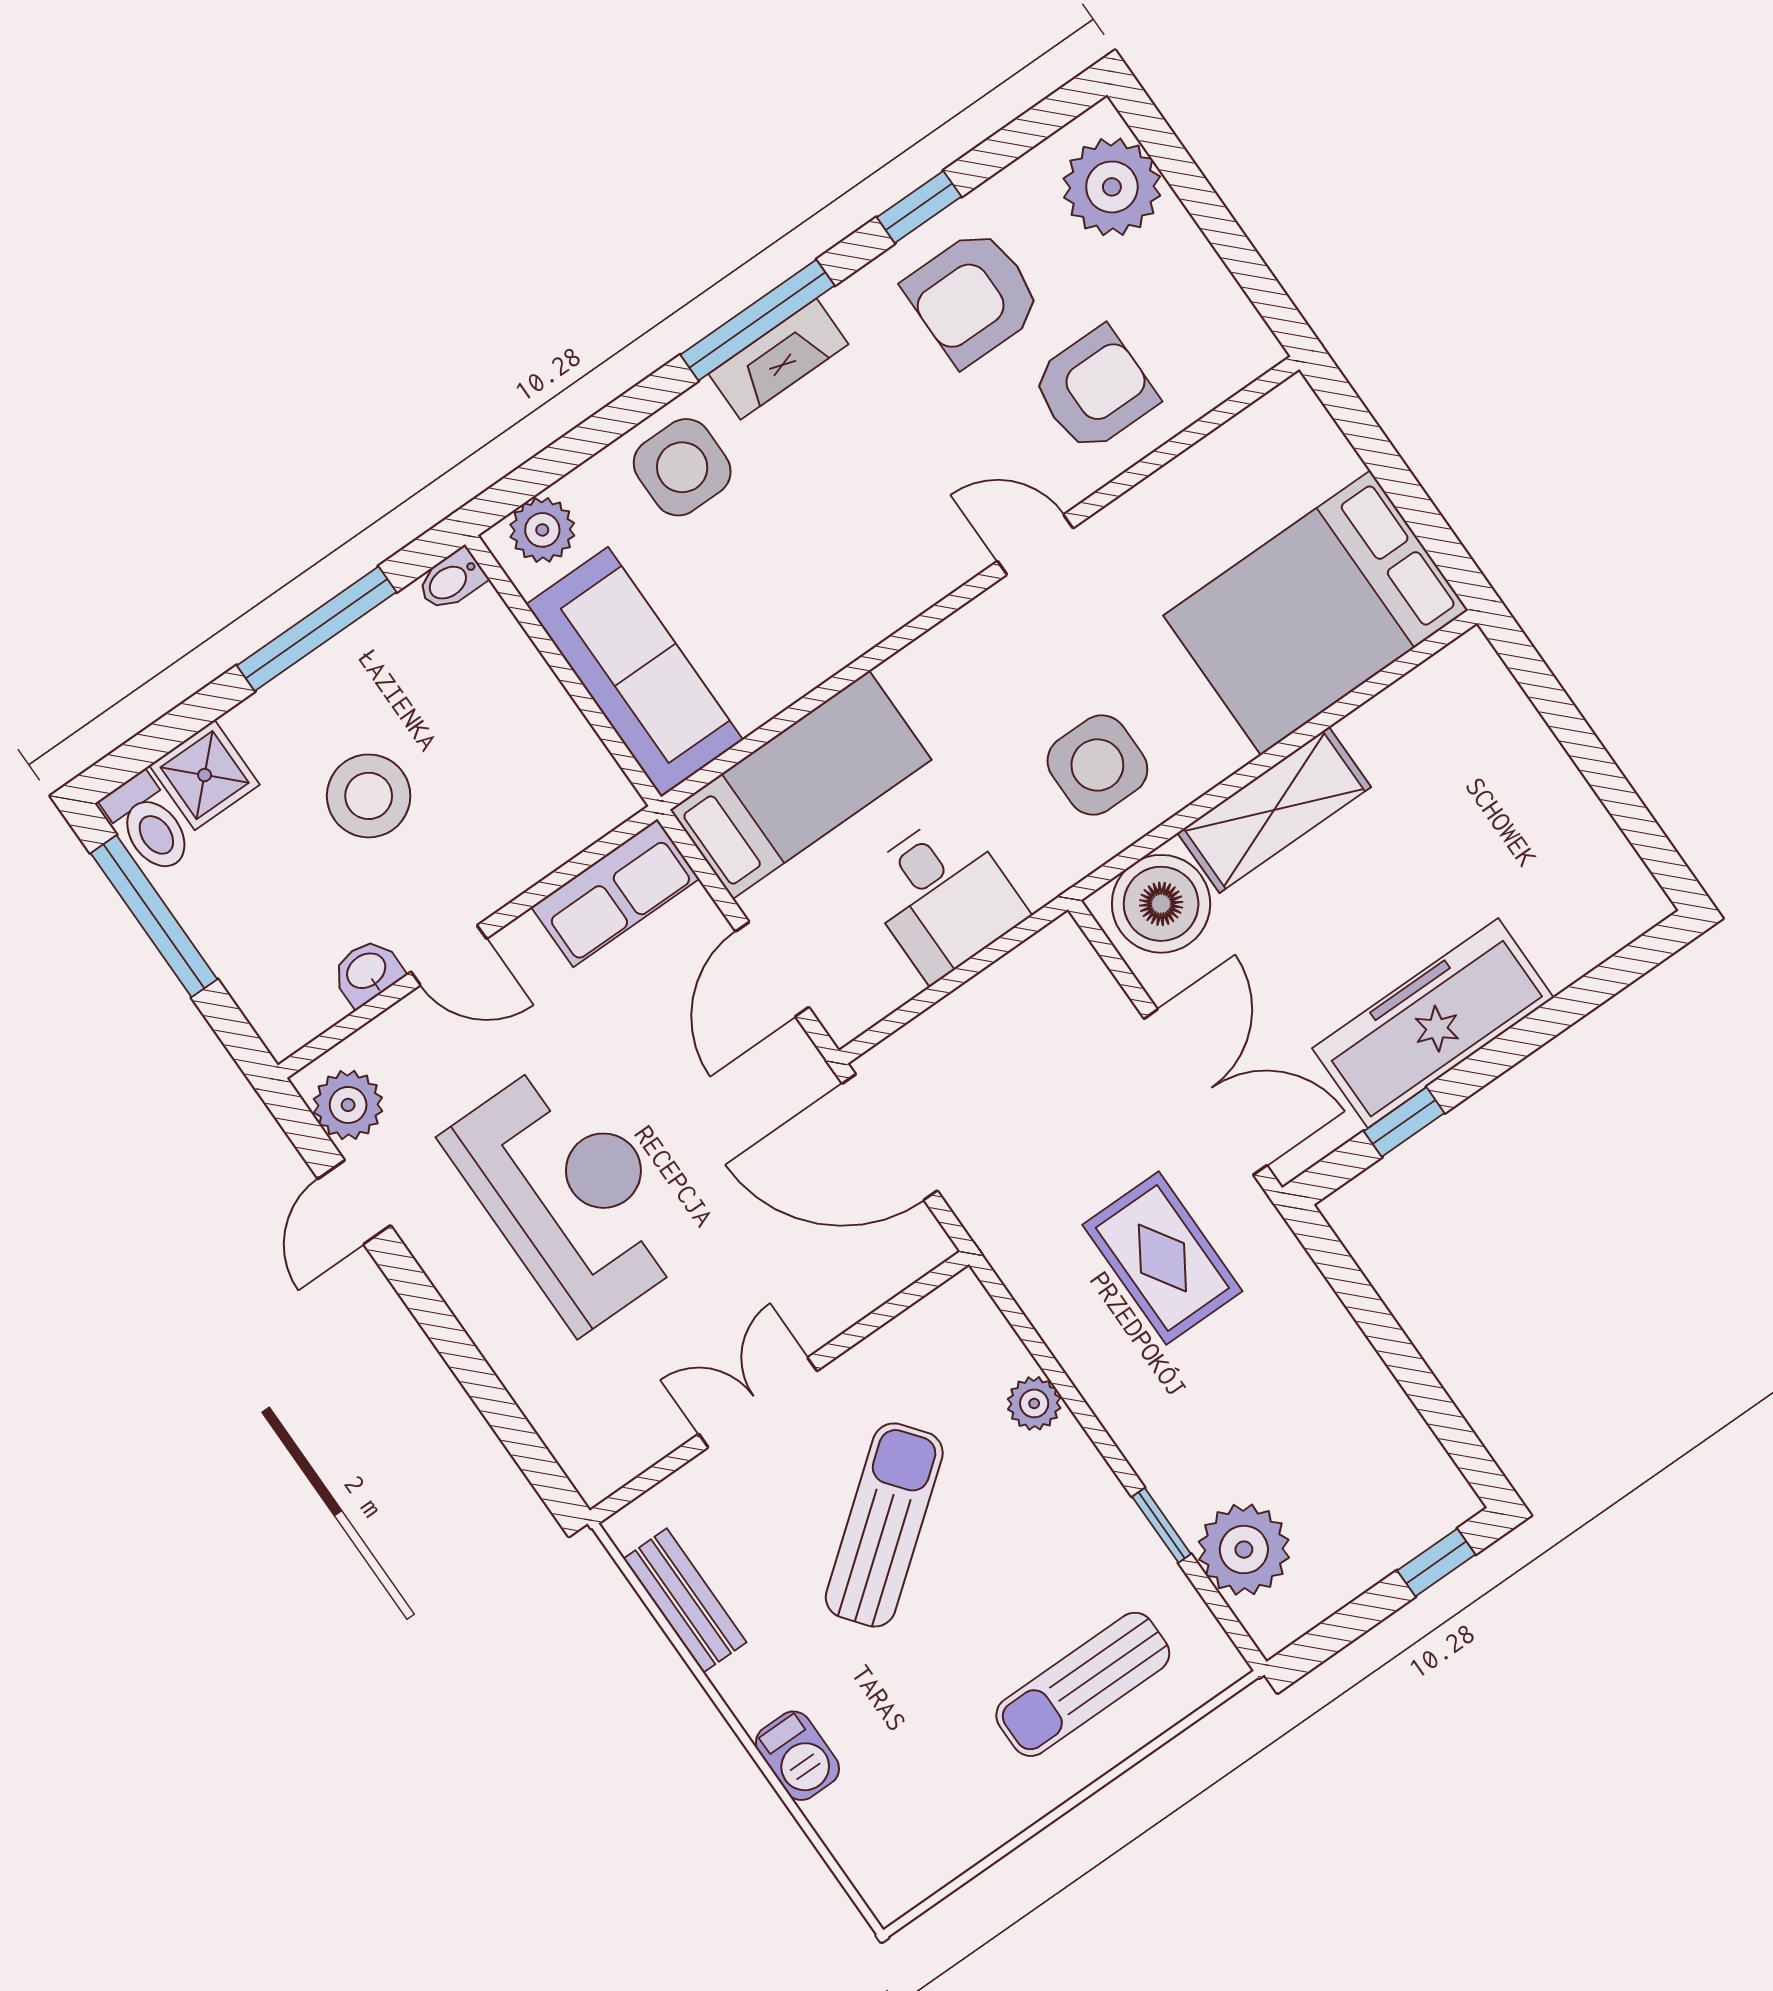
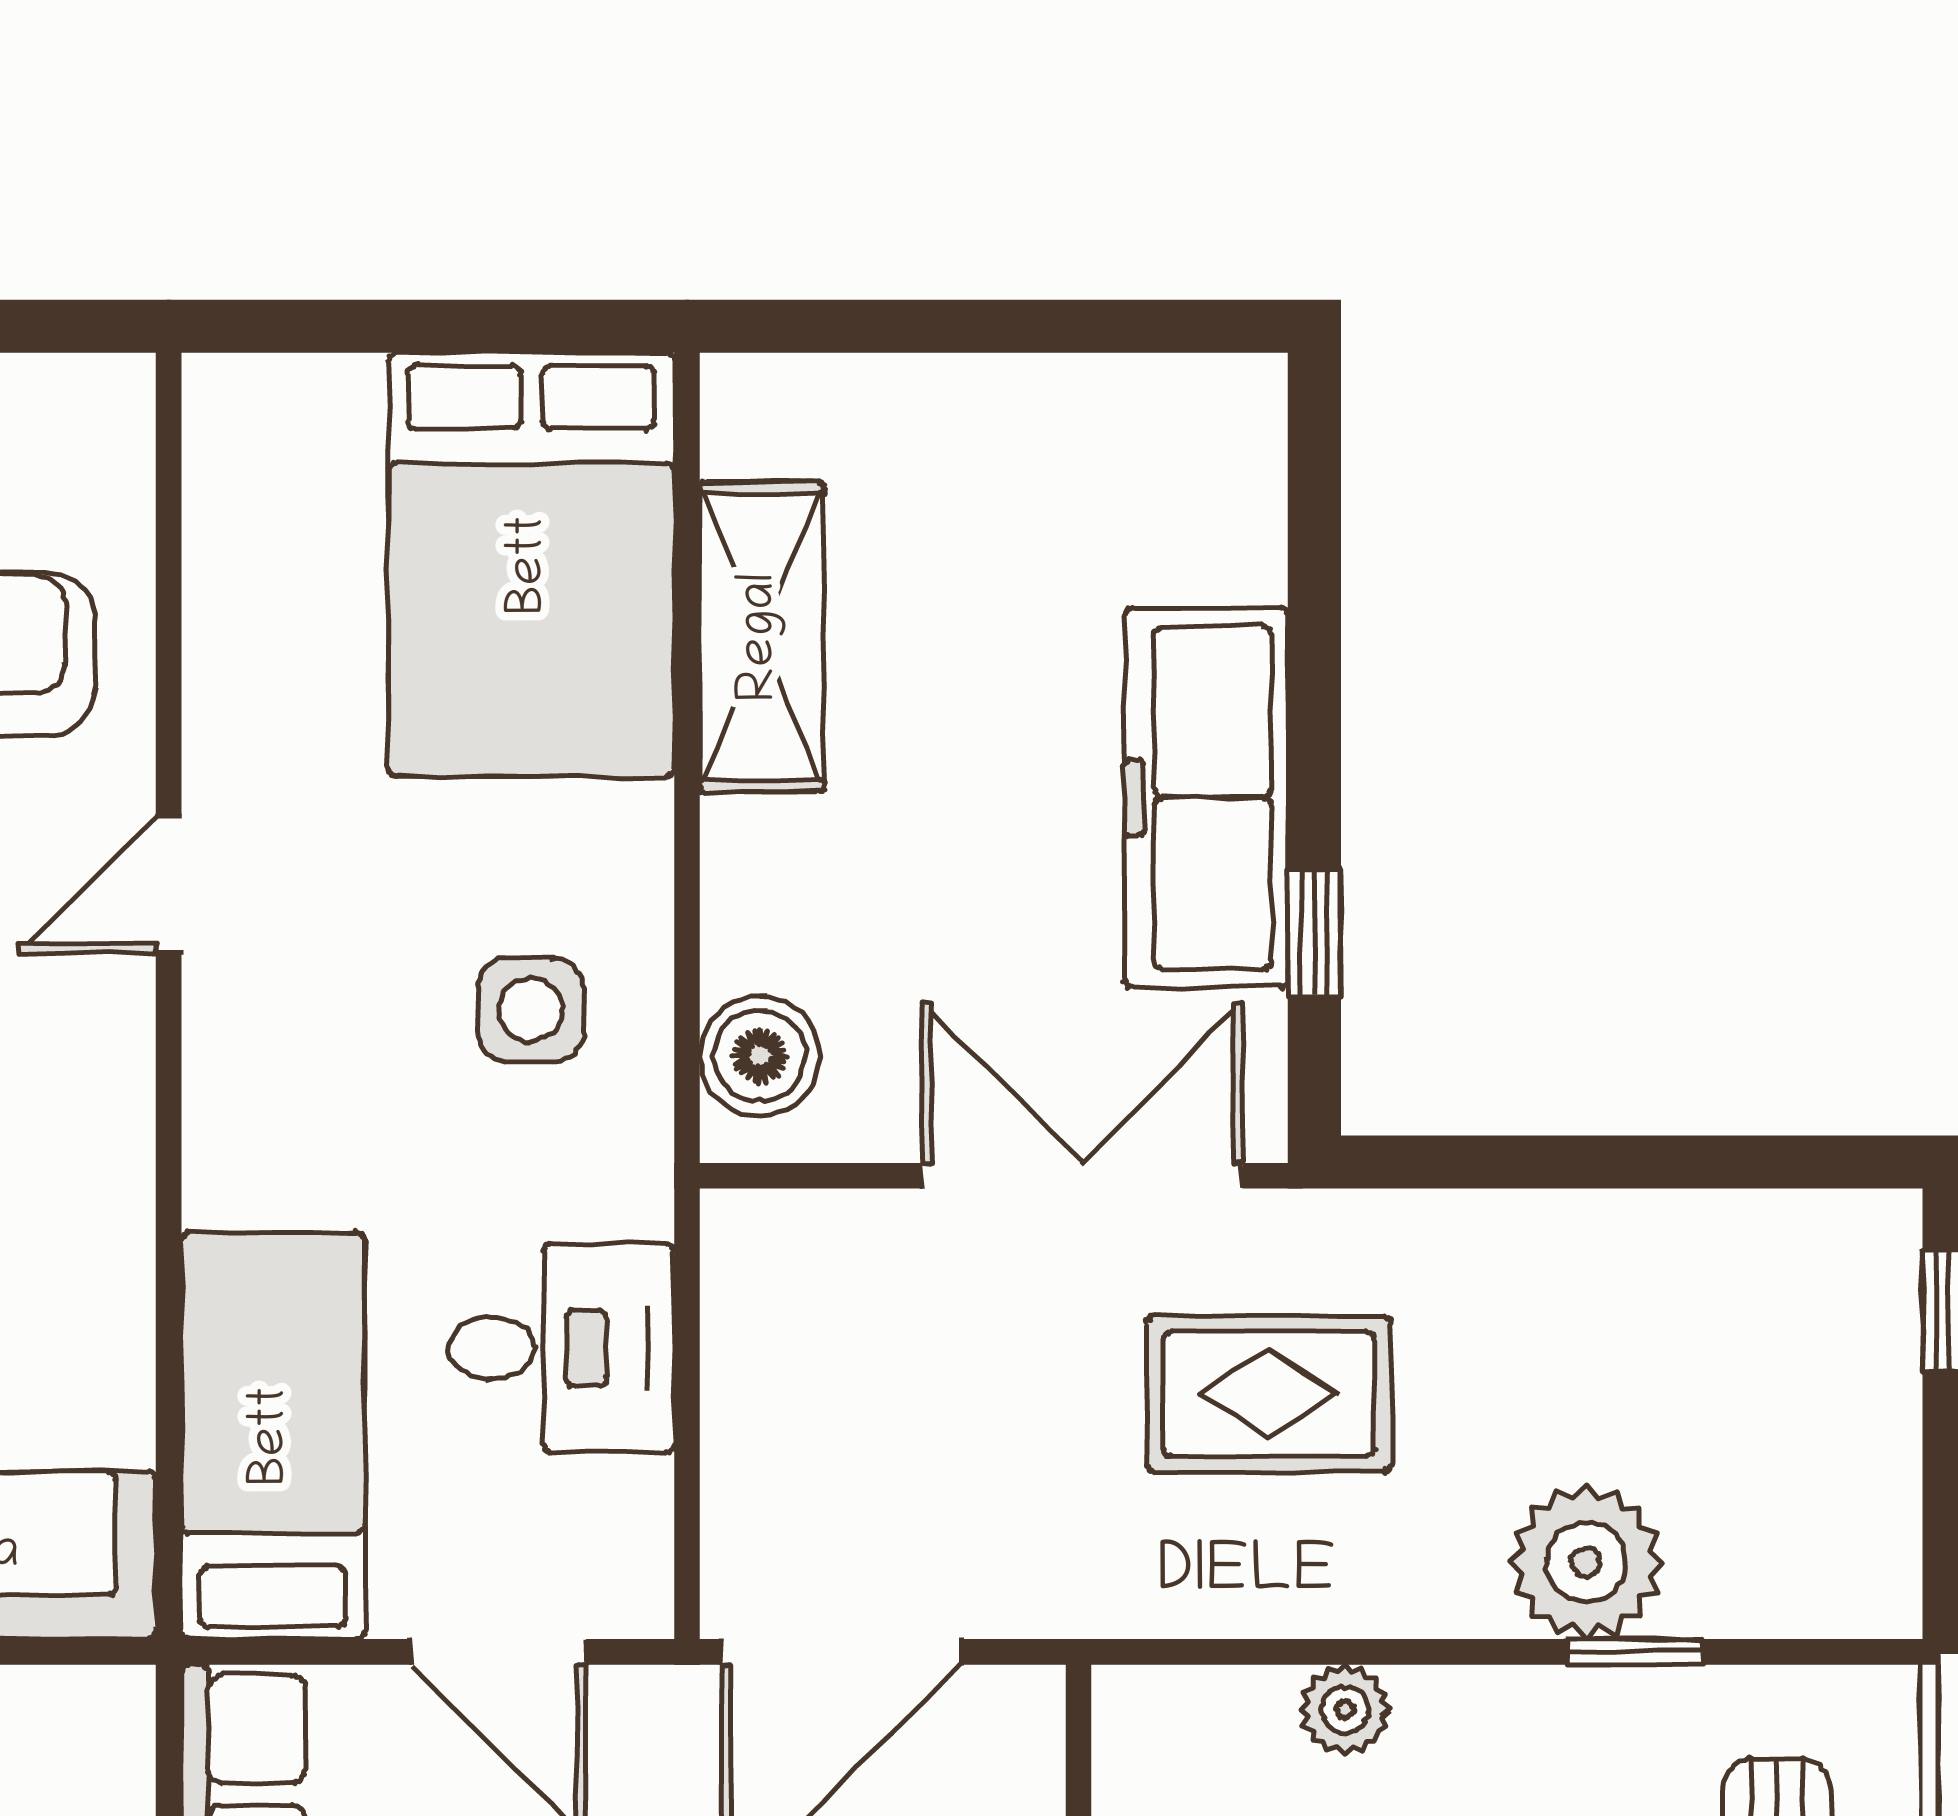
side table: (1097, 765) -> (531, 1010), width x0.73, depth x0.73
shelving: (1274, 810) -> (762, 637), moved
boiler: (1161, 904) -> (760, 1056), width x0.73, depth x0.73
plant: (1244, 1550) -> (1586, 1562), moved

